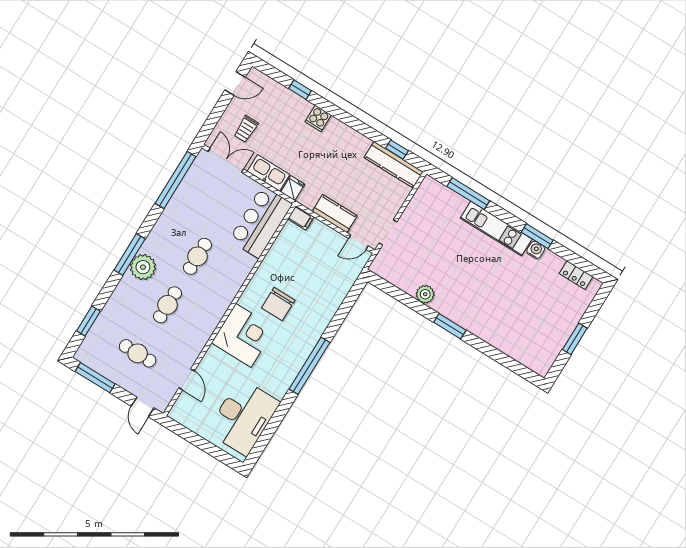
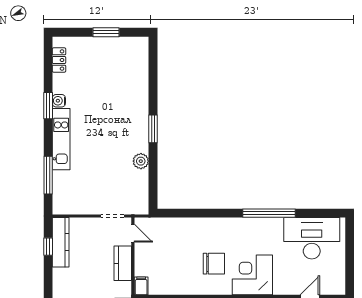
window: (310, 366) -> (269, 213), moved

